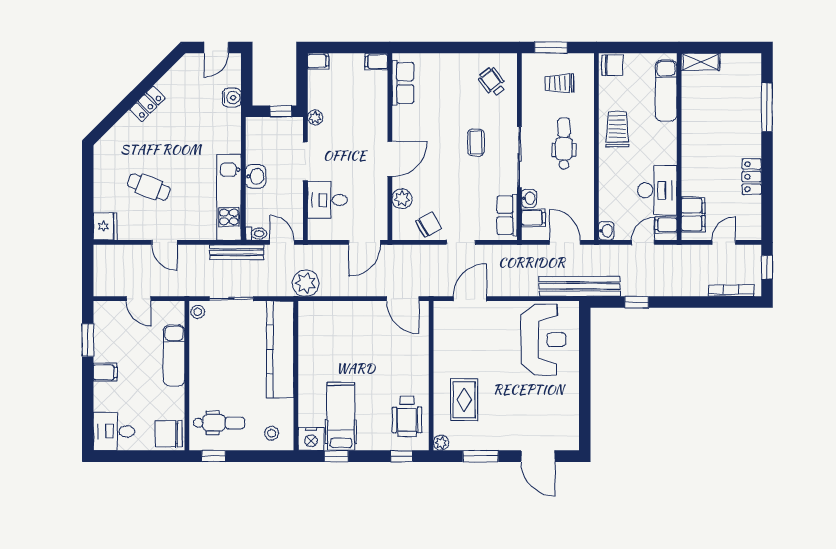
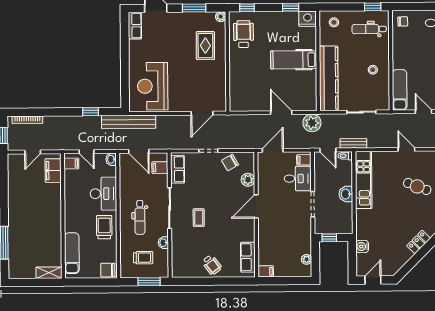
filing cabinet: (318, 61) -> (304, 160), moved
wheelchair: (492, 82) -> (212, 265), moved
plant: (315, 117) -> (307, 259), moved
trolley: (617, 129) -> (104, 227), turned 180
locker: (752, 177) -> (14, 196), removed
desk: (657, 190) -> (103, 194), moved, turned 180
washbasin: (529, 198) -> (163, 243), moved
door: (643, 242) -> (87, 152), hinge flipped
bench: (237, 252) -> (353, 143), width x0.73
door: (403, 299) -> (281, 113), moved
stool: (198, 312) -> (373, 70), moved
exam couch: (174, 355) -> (400, 90), moved
hospital bed: (341, 416) -> (294, 60), moved, turned 90
row of seats: (569, 430) -> (135, 26), added
chair: (169, 434) -> (403, 21), width x0.54, depth x0.54

